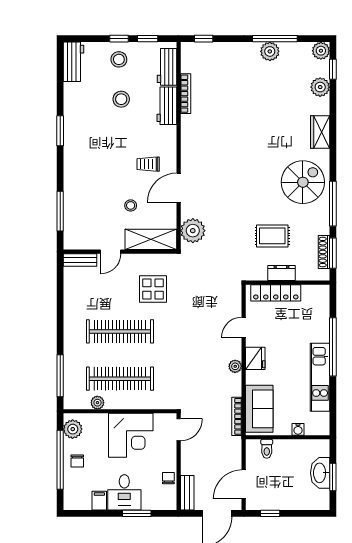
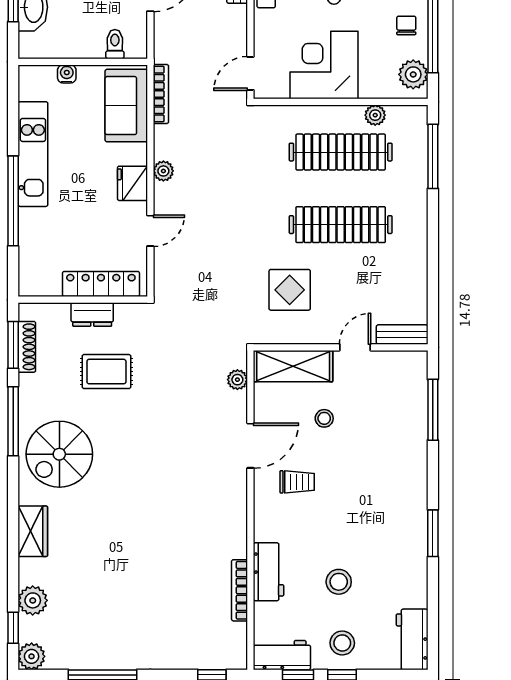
plant: (270, 51) -> (110, 655), removed
workbench: (167, 67) -> (282, 655), moved, turned -90
plant: (193, 231) -> (237, 380), width x0.53, depth x0.53

